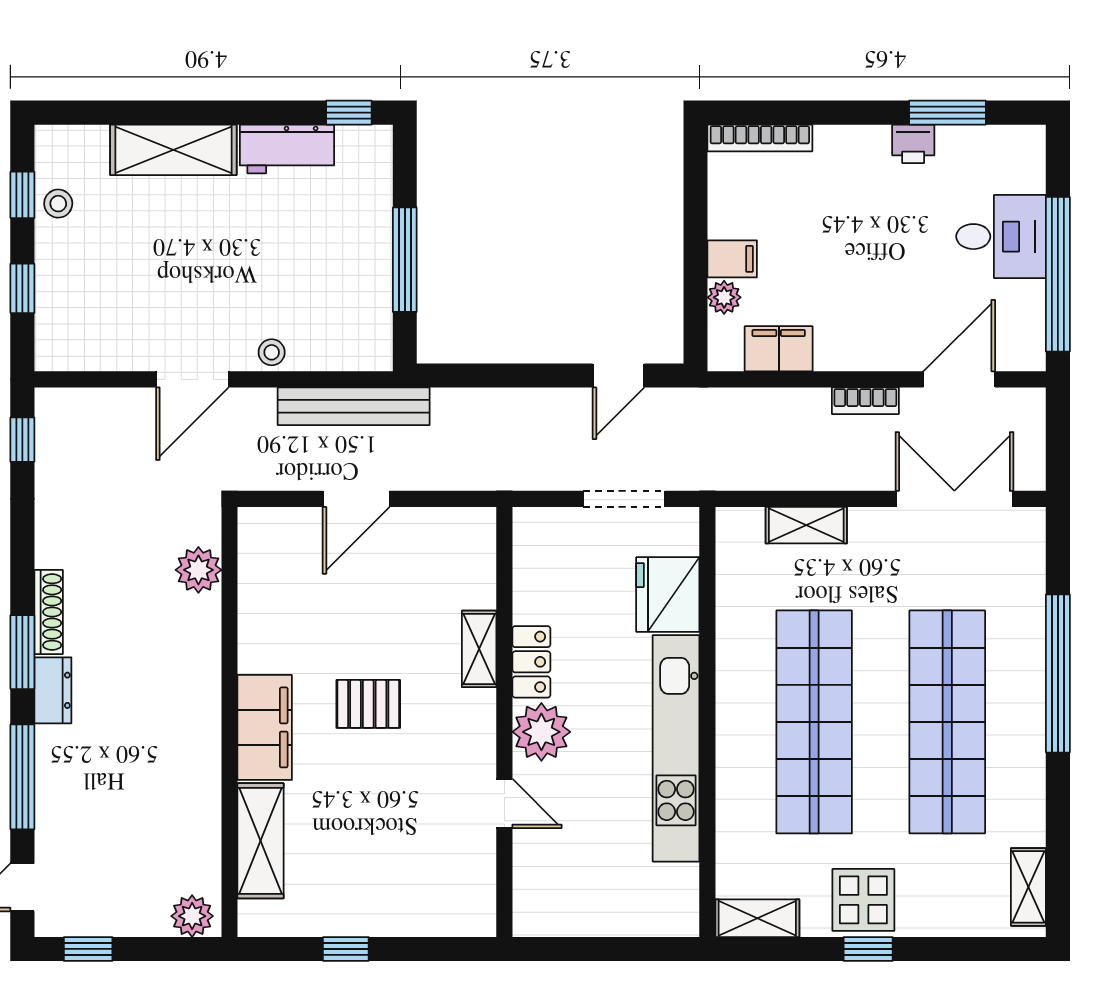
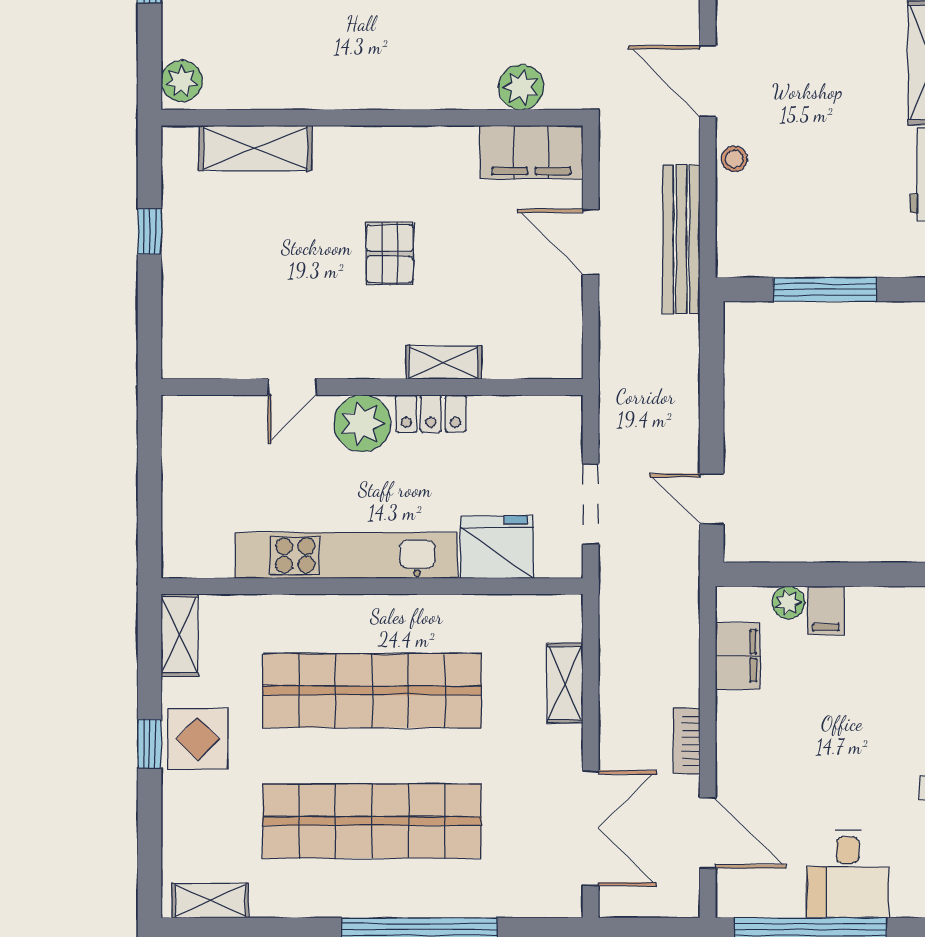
filing cabinet: (265, 727) -> (531, 152), moved

